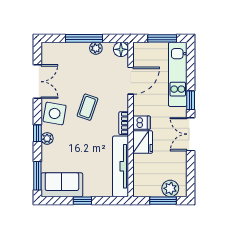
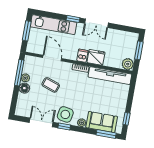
window: (84, 38) -> (19, 73), moved
floor lamp: (121, 49) -> (24, 88), moved
coffee table: (88, 107) -> (51, 85), moved
window: (37, 133) -> (64, 127), moved
sofa: (62, 185) -> (102, 122), moved, turned 90
plant: (170, 188) -> (128, 64), moved
window: (82, 201) -> (127, 119), moved

